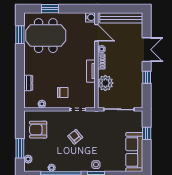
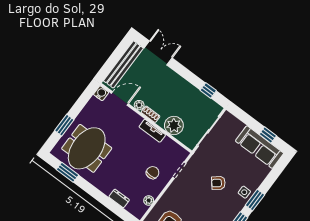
double door: (147, 50) -> (158, 53), moved
window: (147, 77) -> (208, 90), moved
window: (147, 133) -> (268, 135), moved
armchair: (75, 137) -> (218, 183), moved

